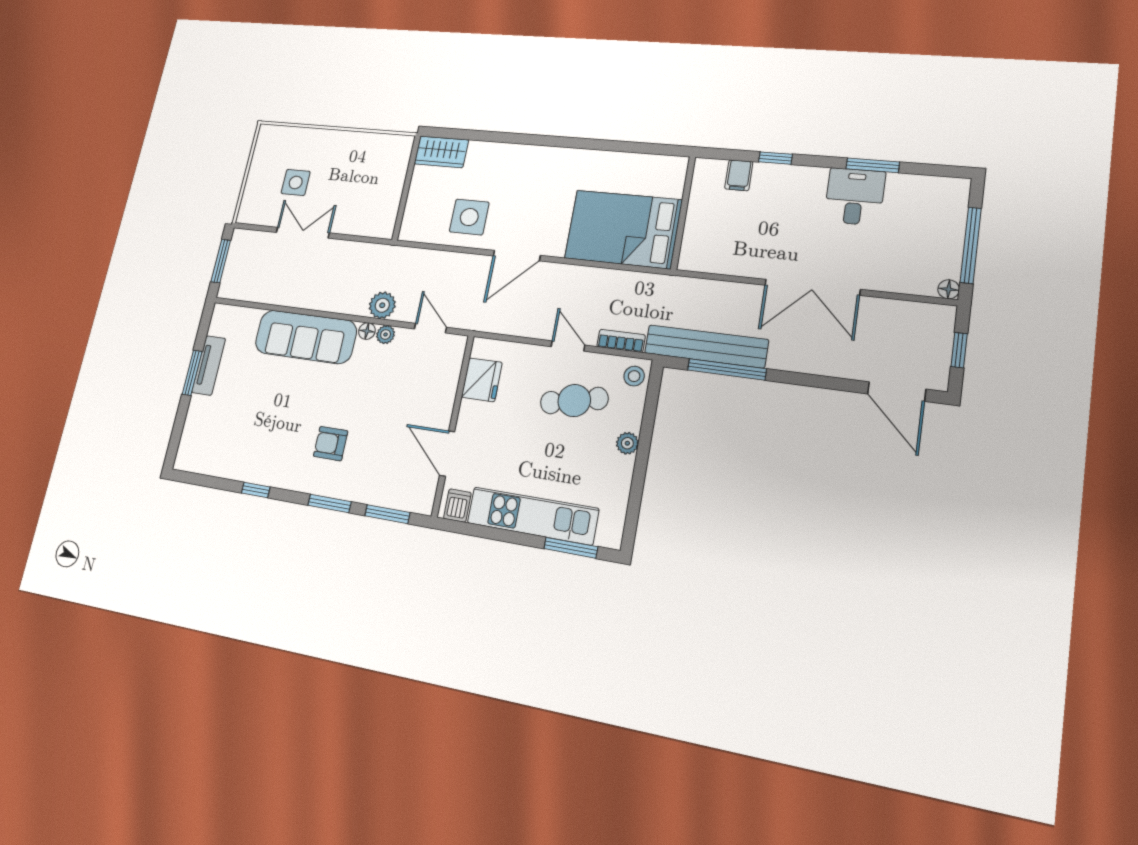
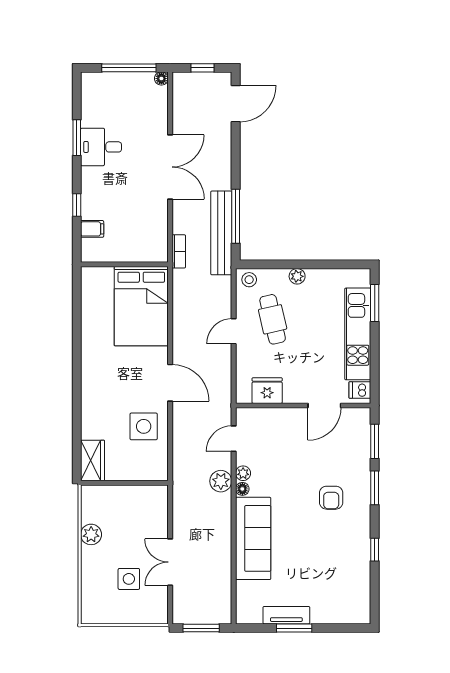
plant: (356, 143) -> (91, 534), added
bookcase: (621, 341) -> (179, 251), moved, turned 180

